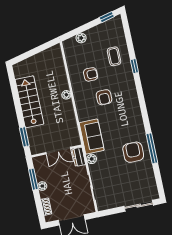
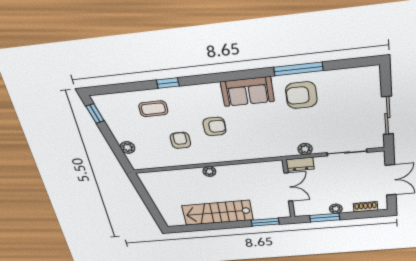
sofa: (92, 137) -> (247, 91), moved, turned 180
sliding door: (139, 206) -> (387, 115), moved

